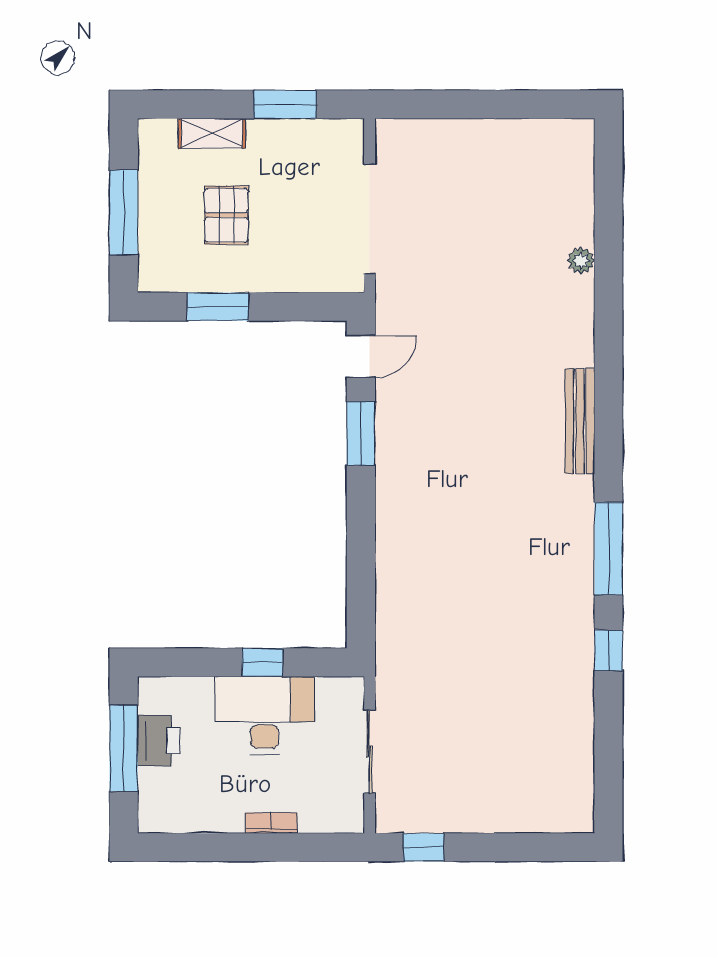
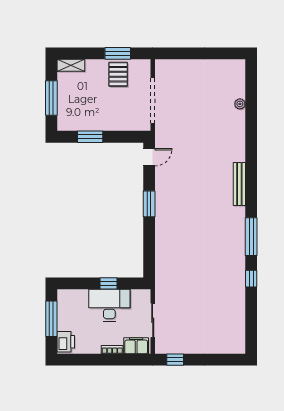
shelving: (212, 133) -> (71, 65), moved
pallet: (226, 215) -> (118, 74), moved
plant: (581, 261) -> (240, 104), moved
window: (361, 434) -> (149, 204), moved
printer: (159, 740) -> (66, 342), moved
filing cabinet: (329, 814) -> (136, 346), added

